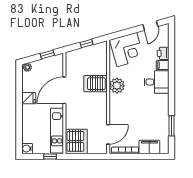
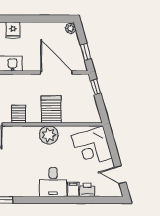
window: (87, 43) -> (96, 87), moved
door: (64, 90) -> (56, 72), moved
fridge: (29, 98) -> (13, 30), moved
server rack: (99, 111) -> (19, 114), added

